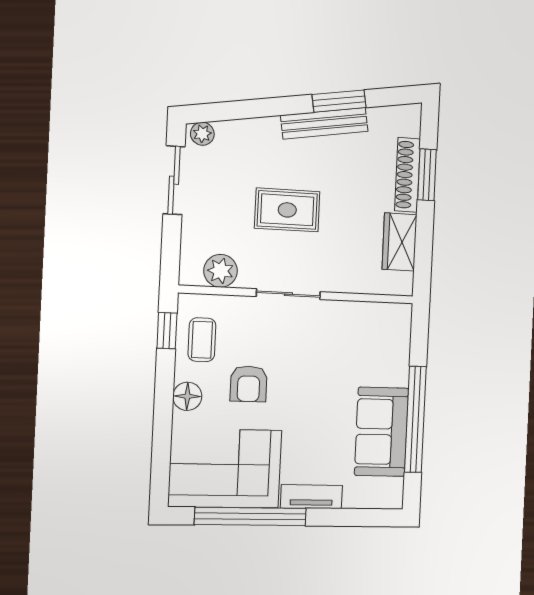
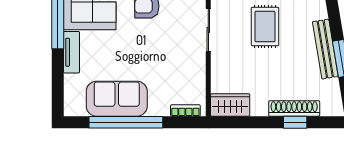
window: (427, 175) -> (295, 122), width x0.67
wardrobe: (399, 242) -> (230, 105), moved
bookcase: (403, 333) -> (185, 110), added

